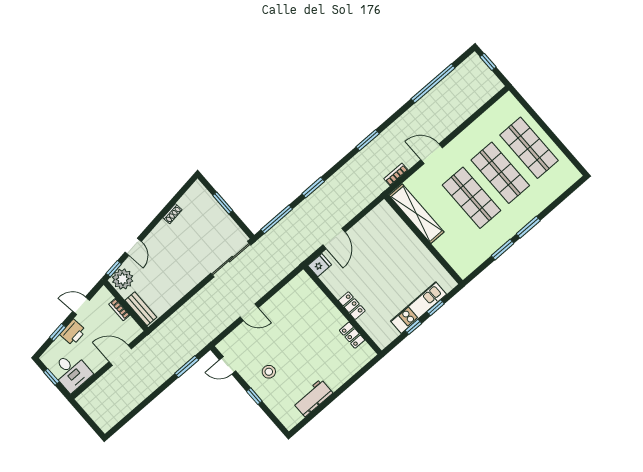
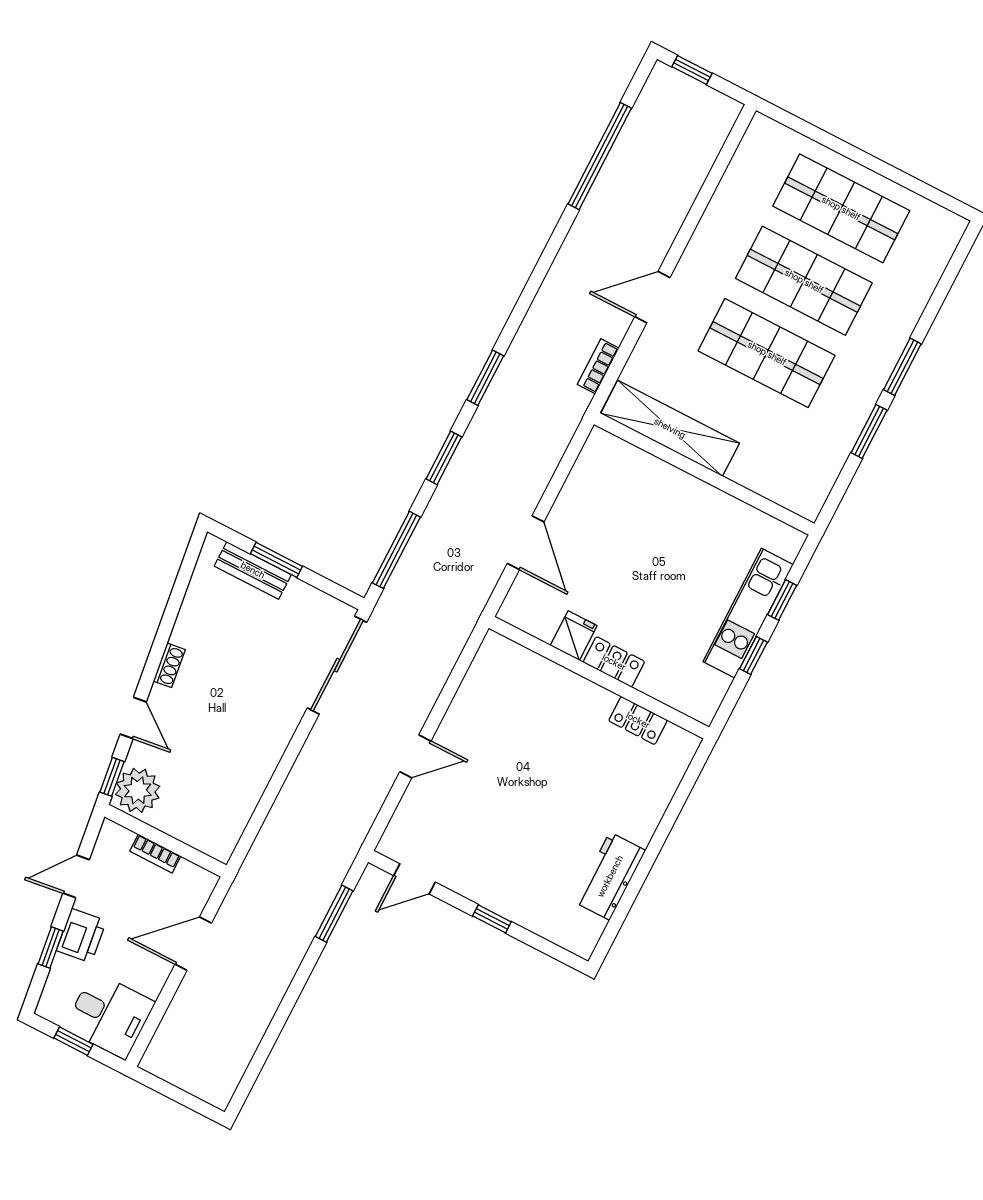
window: (368, 140) -> (485, 378), moved
shoe rack: (172, 214) -> (169, 665), moved
fridge: (320, 265) -> (574, 636), moved
bench: (141, 309) -> (253, 570), moved
stool: (269, 372) -> (501, 859), removed

